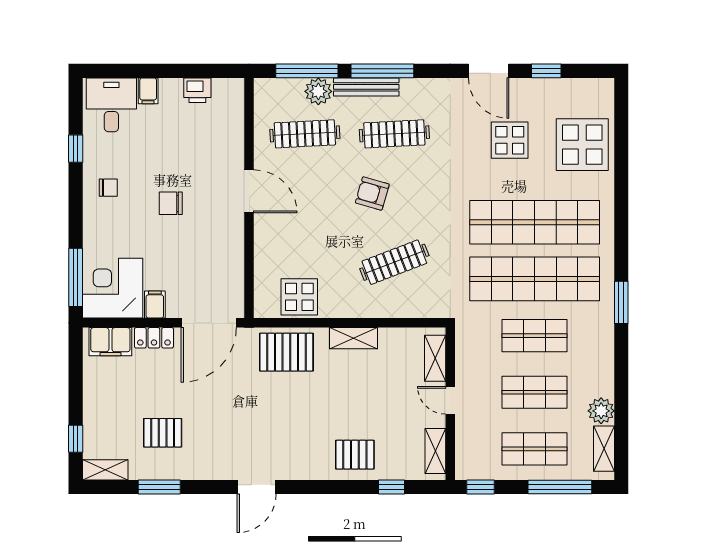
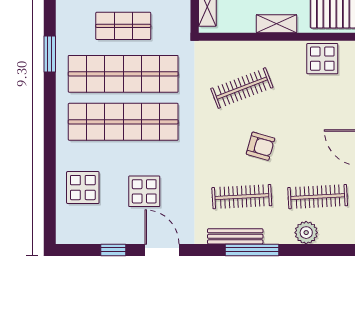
window: (307, 71) -> (316, 250), removed
bench: (366, 87) -> (235, 236), moved
display table: (582, 145) -> (83, 188), width x0.73, depth x0.73

